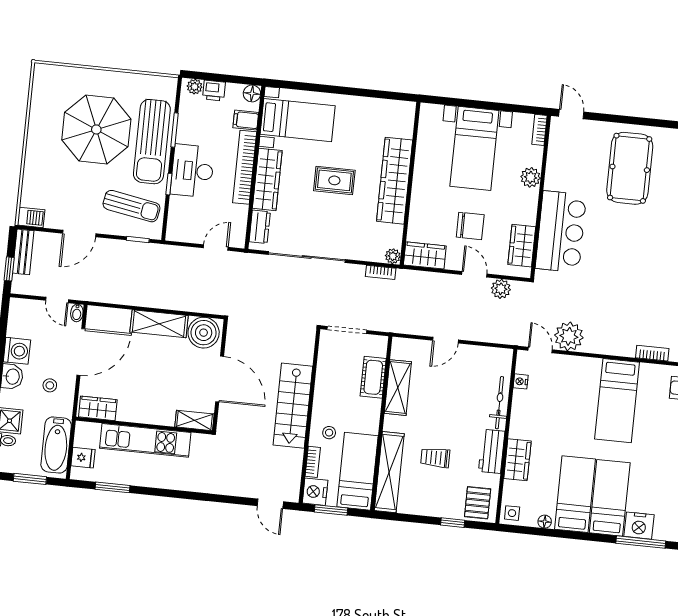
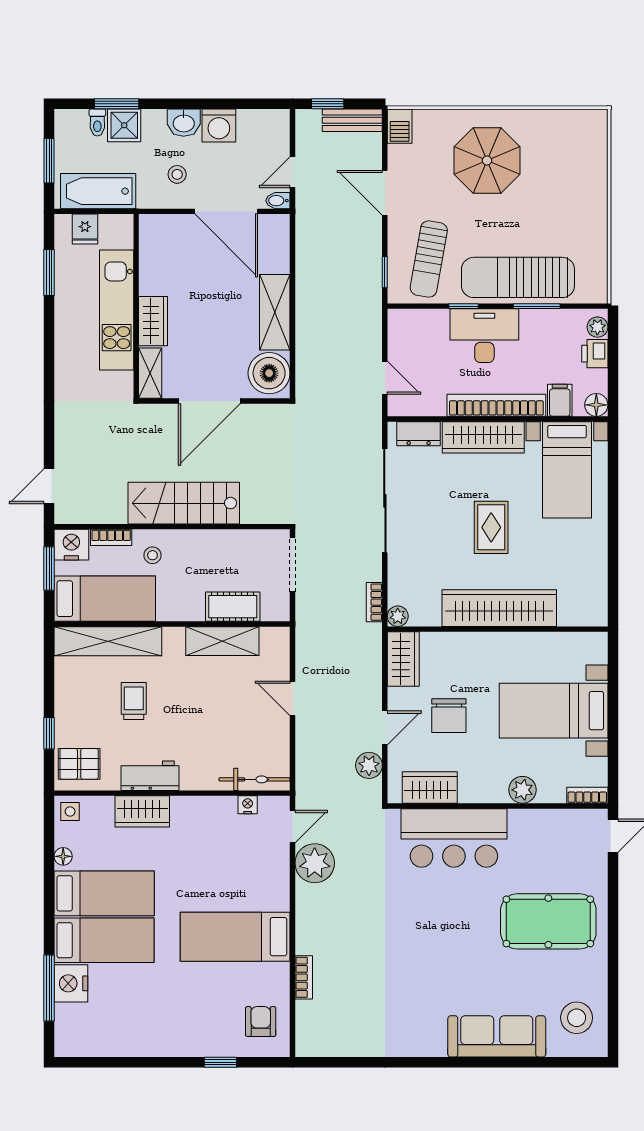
parasol: (96, 129) -> (487, 161), moved, width x0.73, depth x0.73
bicycle: (499, 403) -> (255, 779), moved
wardrobe: (98, 408) -> (153, 321), moved

